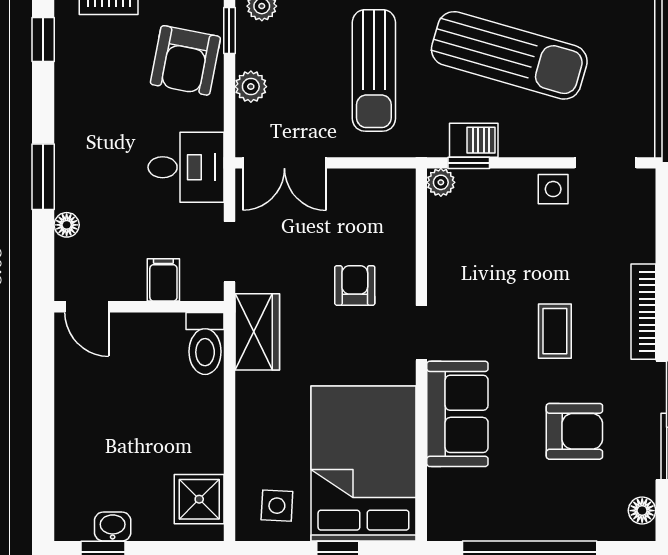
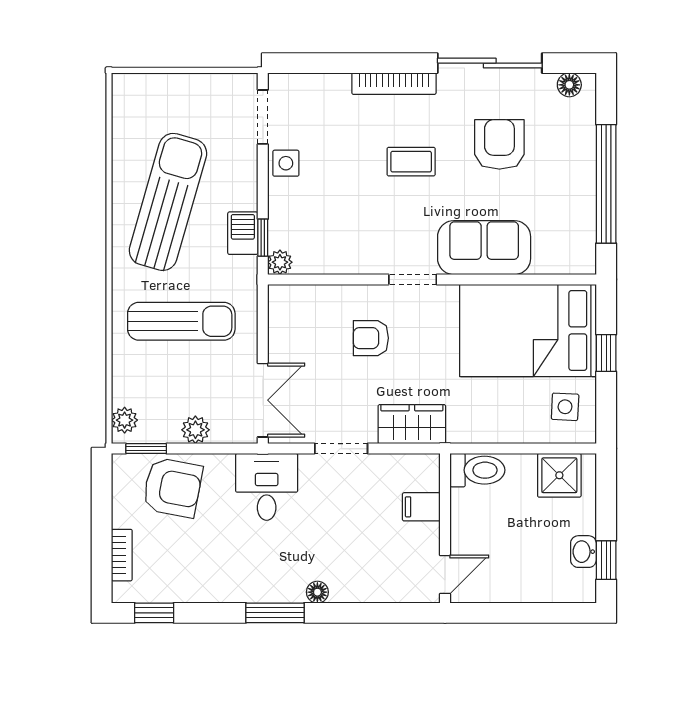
filing cabinet: (163, 280) -> (421, 507), moved
door: (87, 307) -> (445, 574), moved
wall: (139, 307) -> (445, 528), moved
toilet: (205, 343) -> (477, 470), moved

